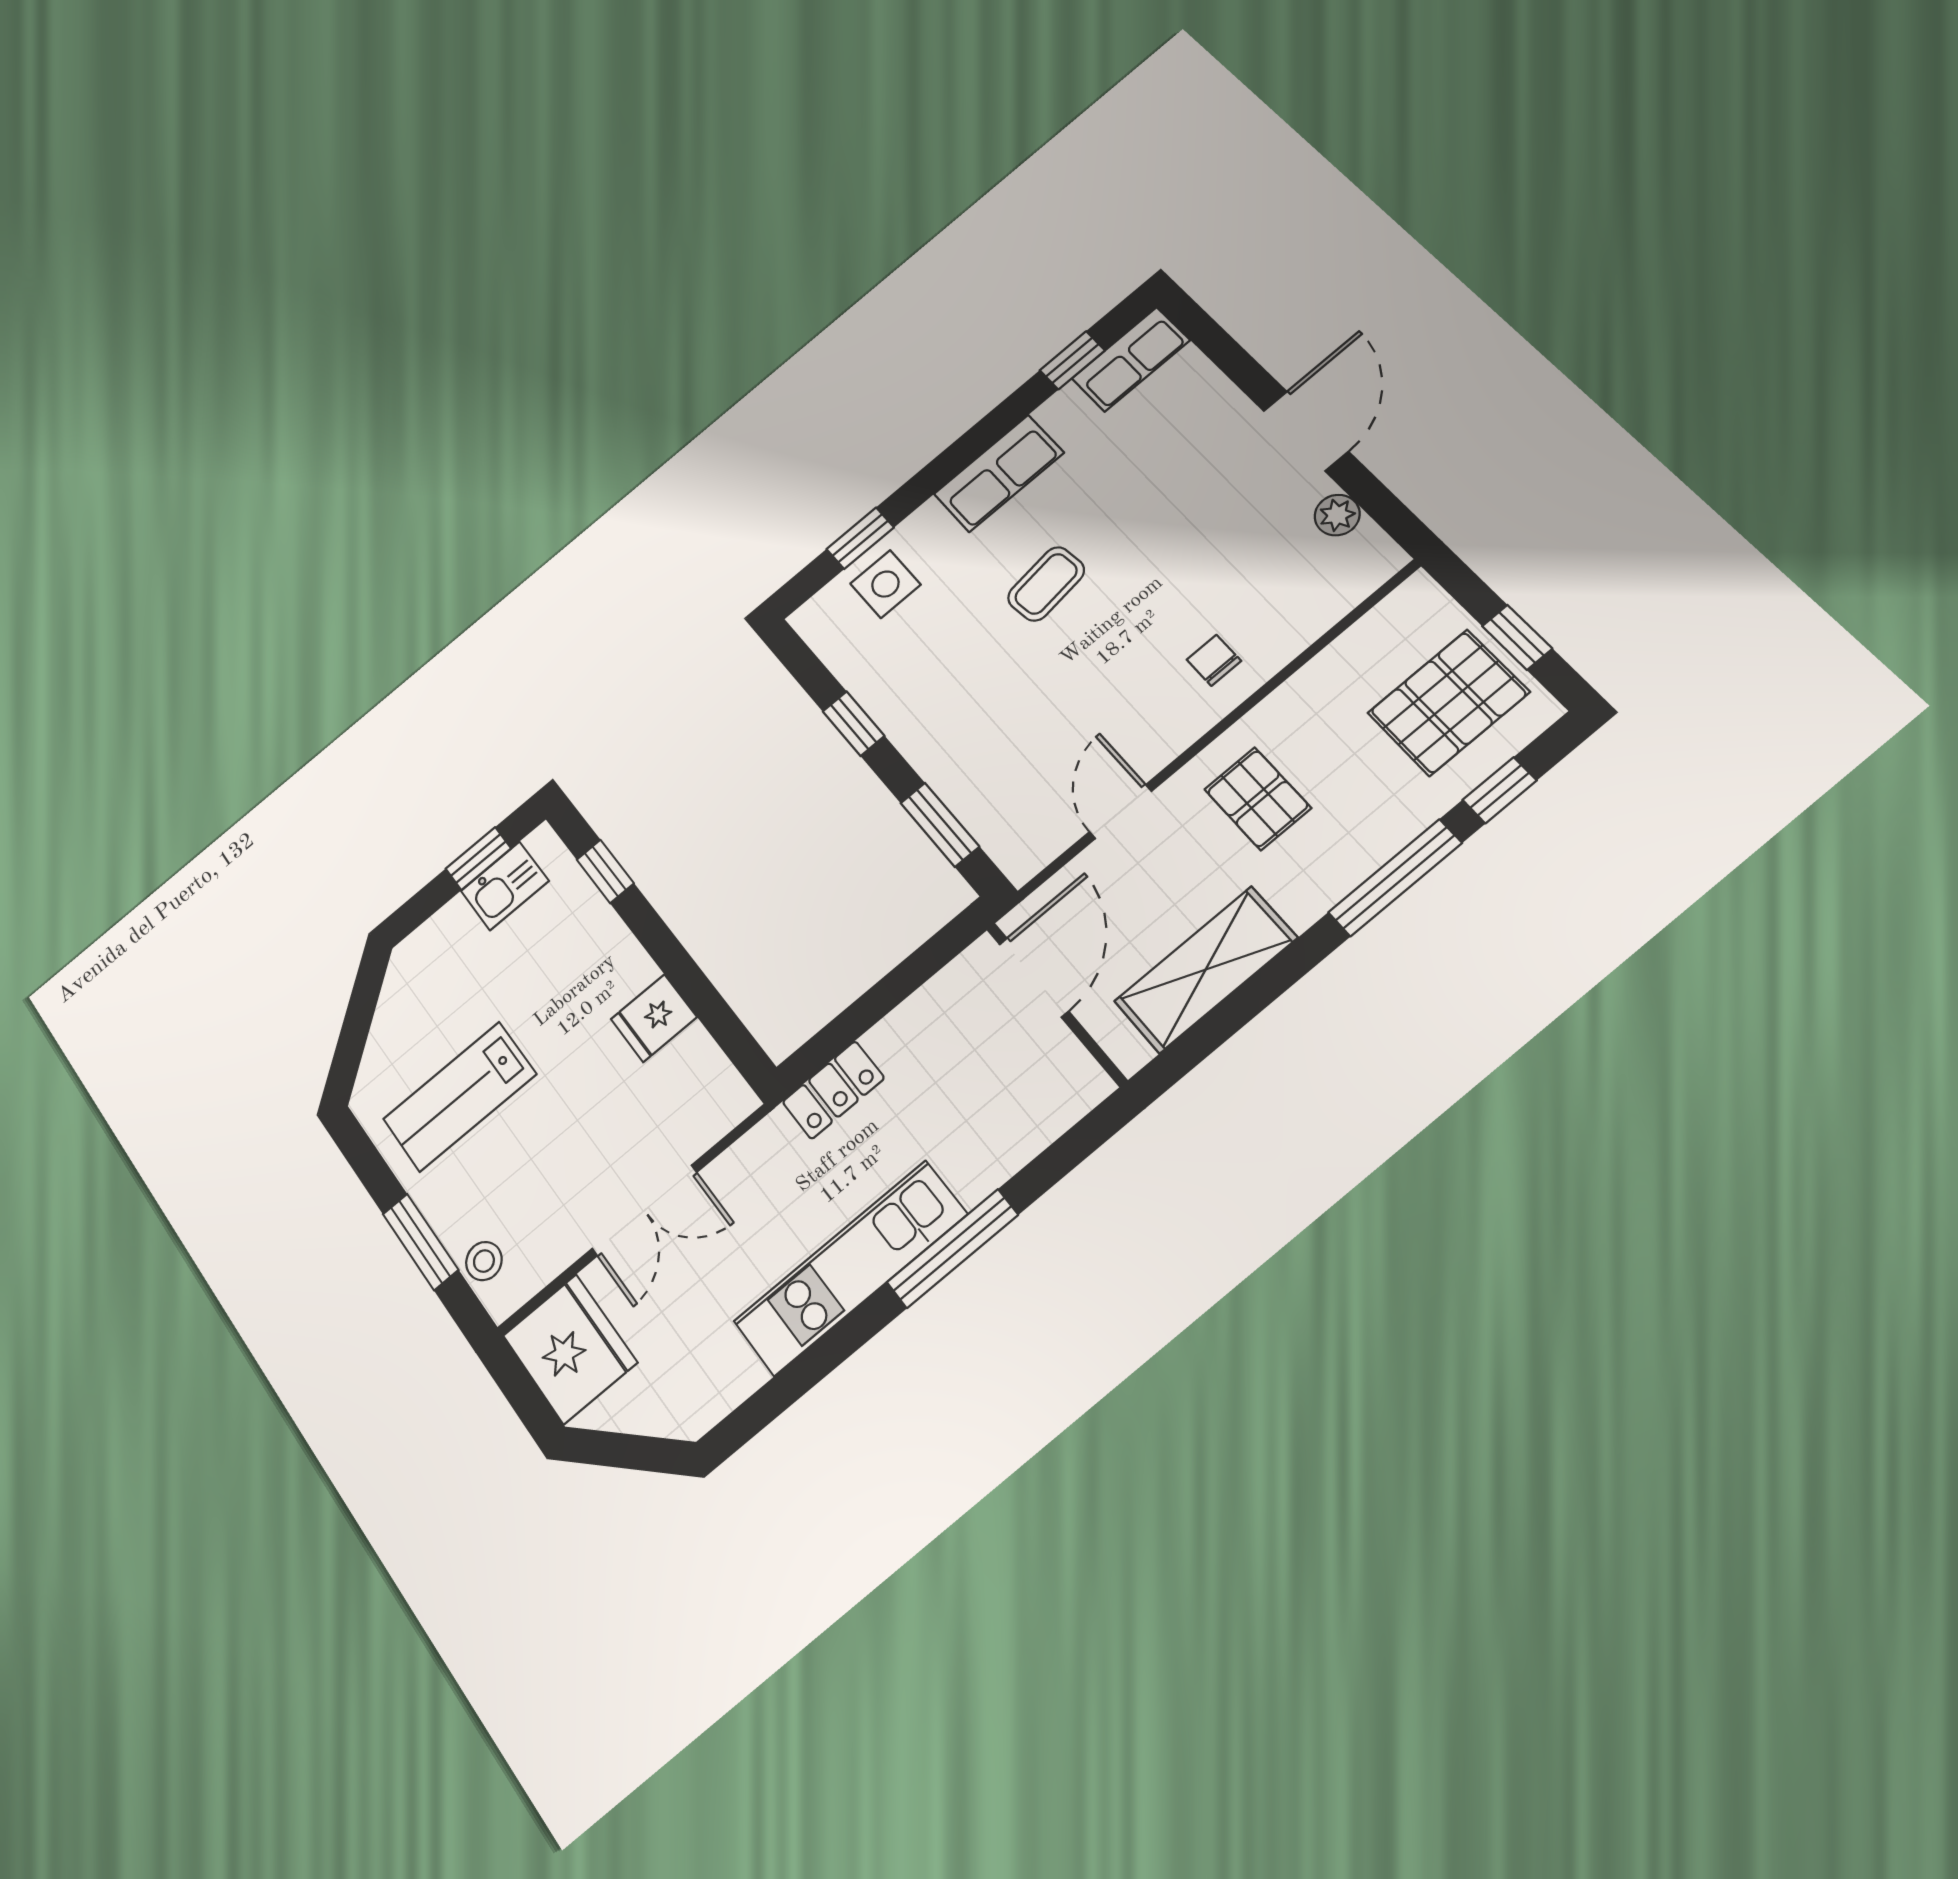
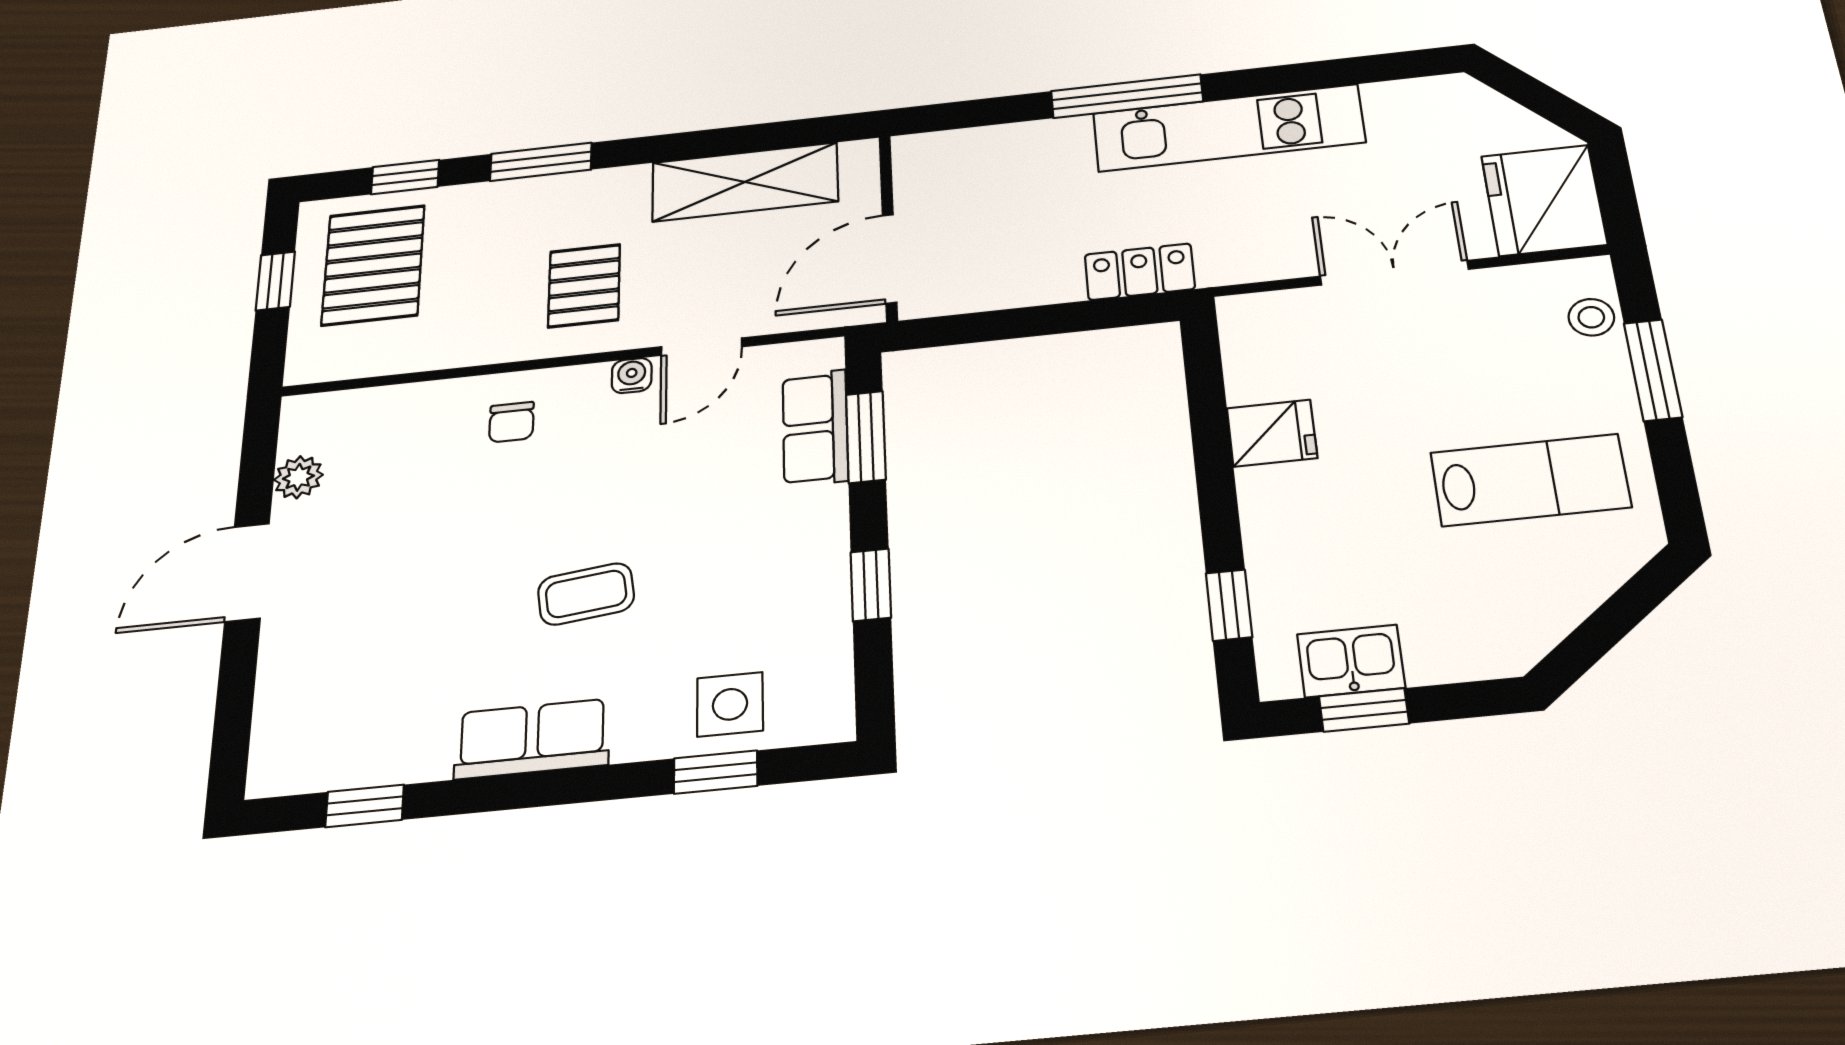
row of seats: (1131, 359) -> (815, 428), moved, turned -90
pallet: (1448, 703) -> (373, 265), turned 90
water cooler: (1154, 755) -> (632, 376), added
window: (1395, 878) -> (541, 162), width x0.69

